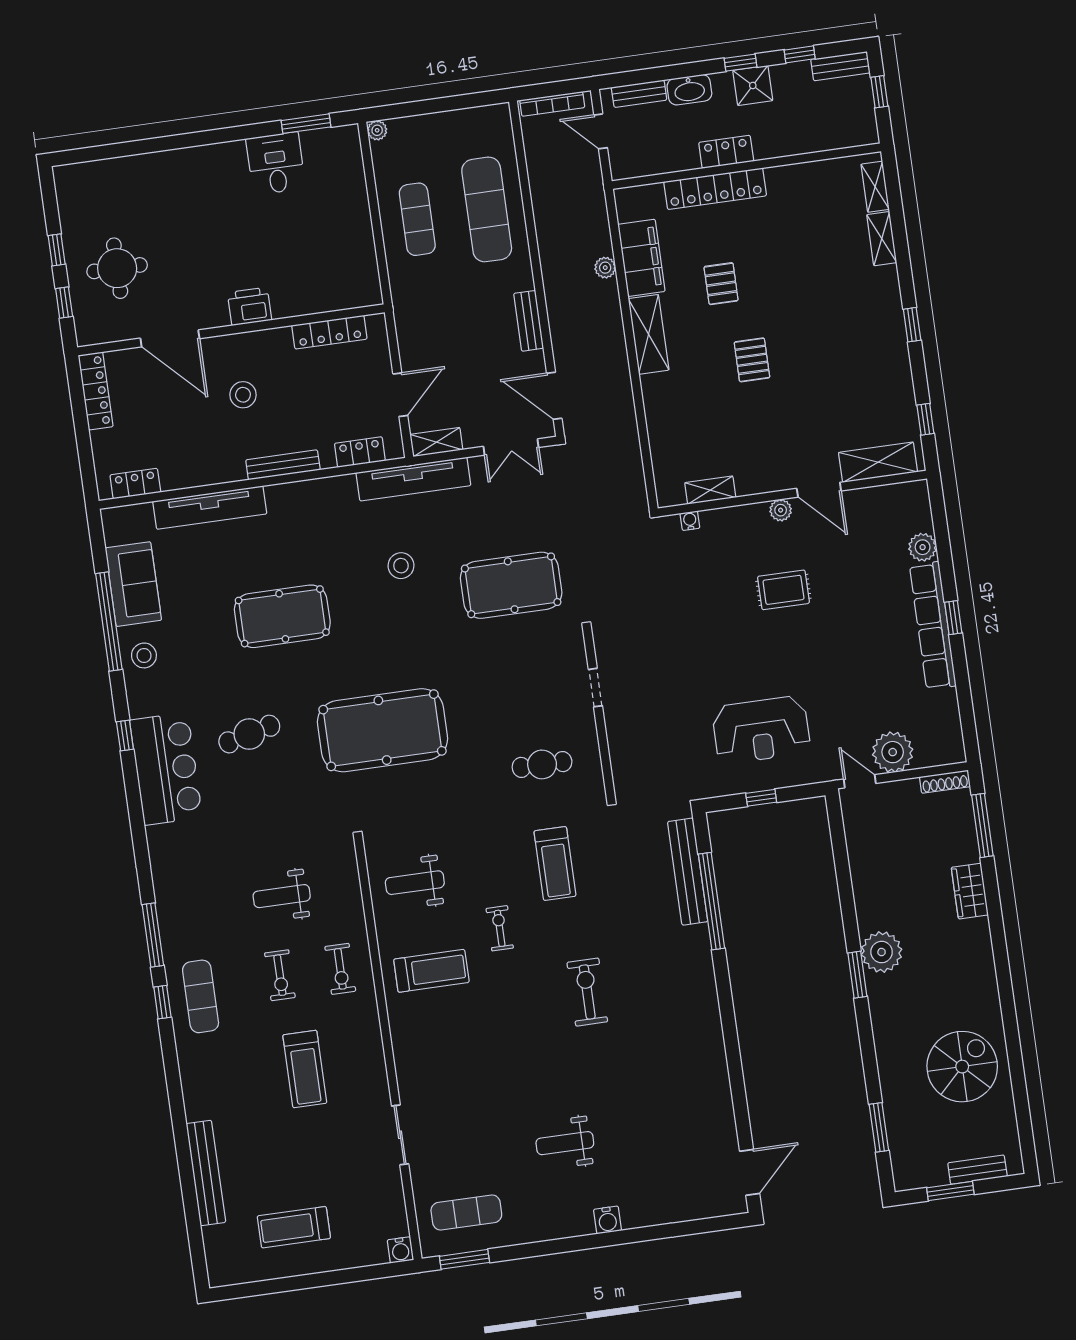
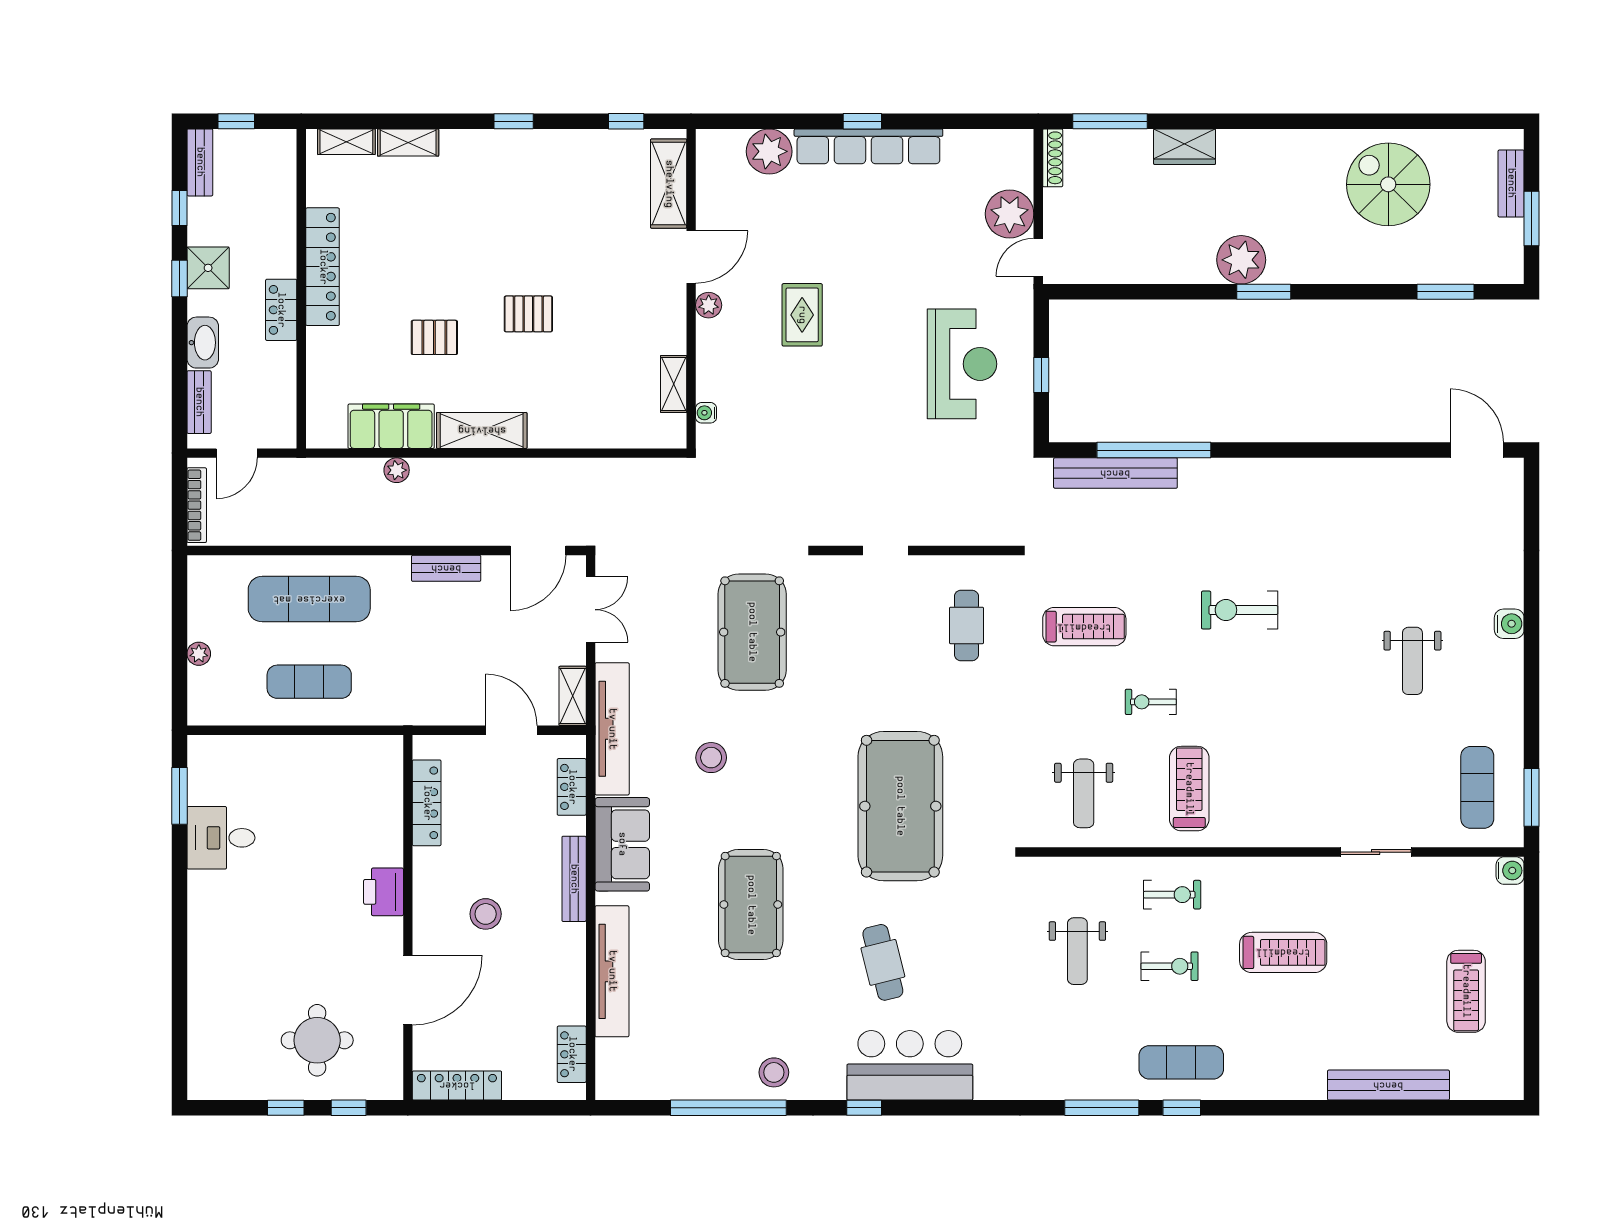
plant: (377, 130) -> (199, 654), moved
locker: (715, 189) -> (323, 267), moved
plant: (923, 547) -> (769, 151), width x1.36, depth x1.36
sofa: (133, 584) -> (622, 844), moved, turned 90

